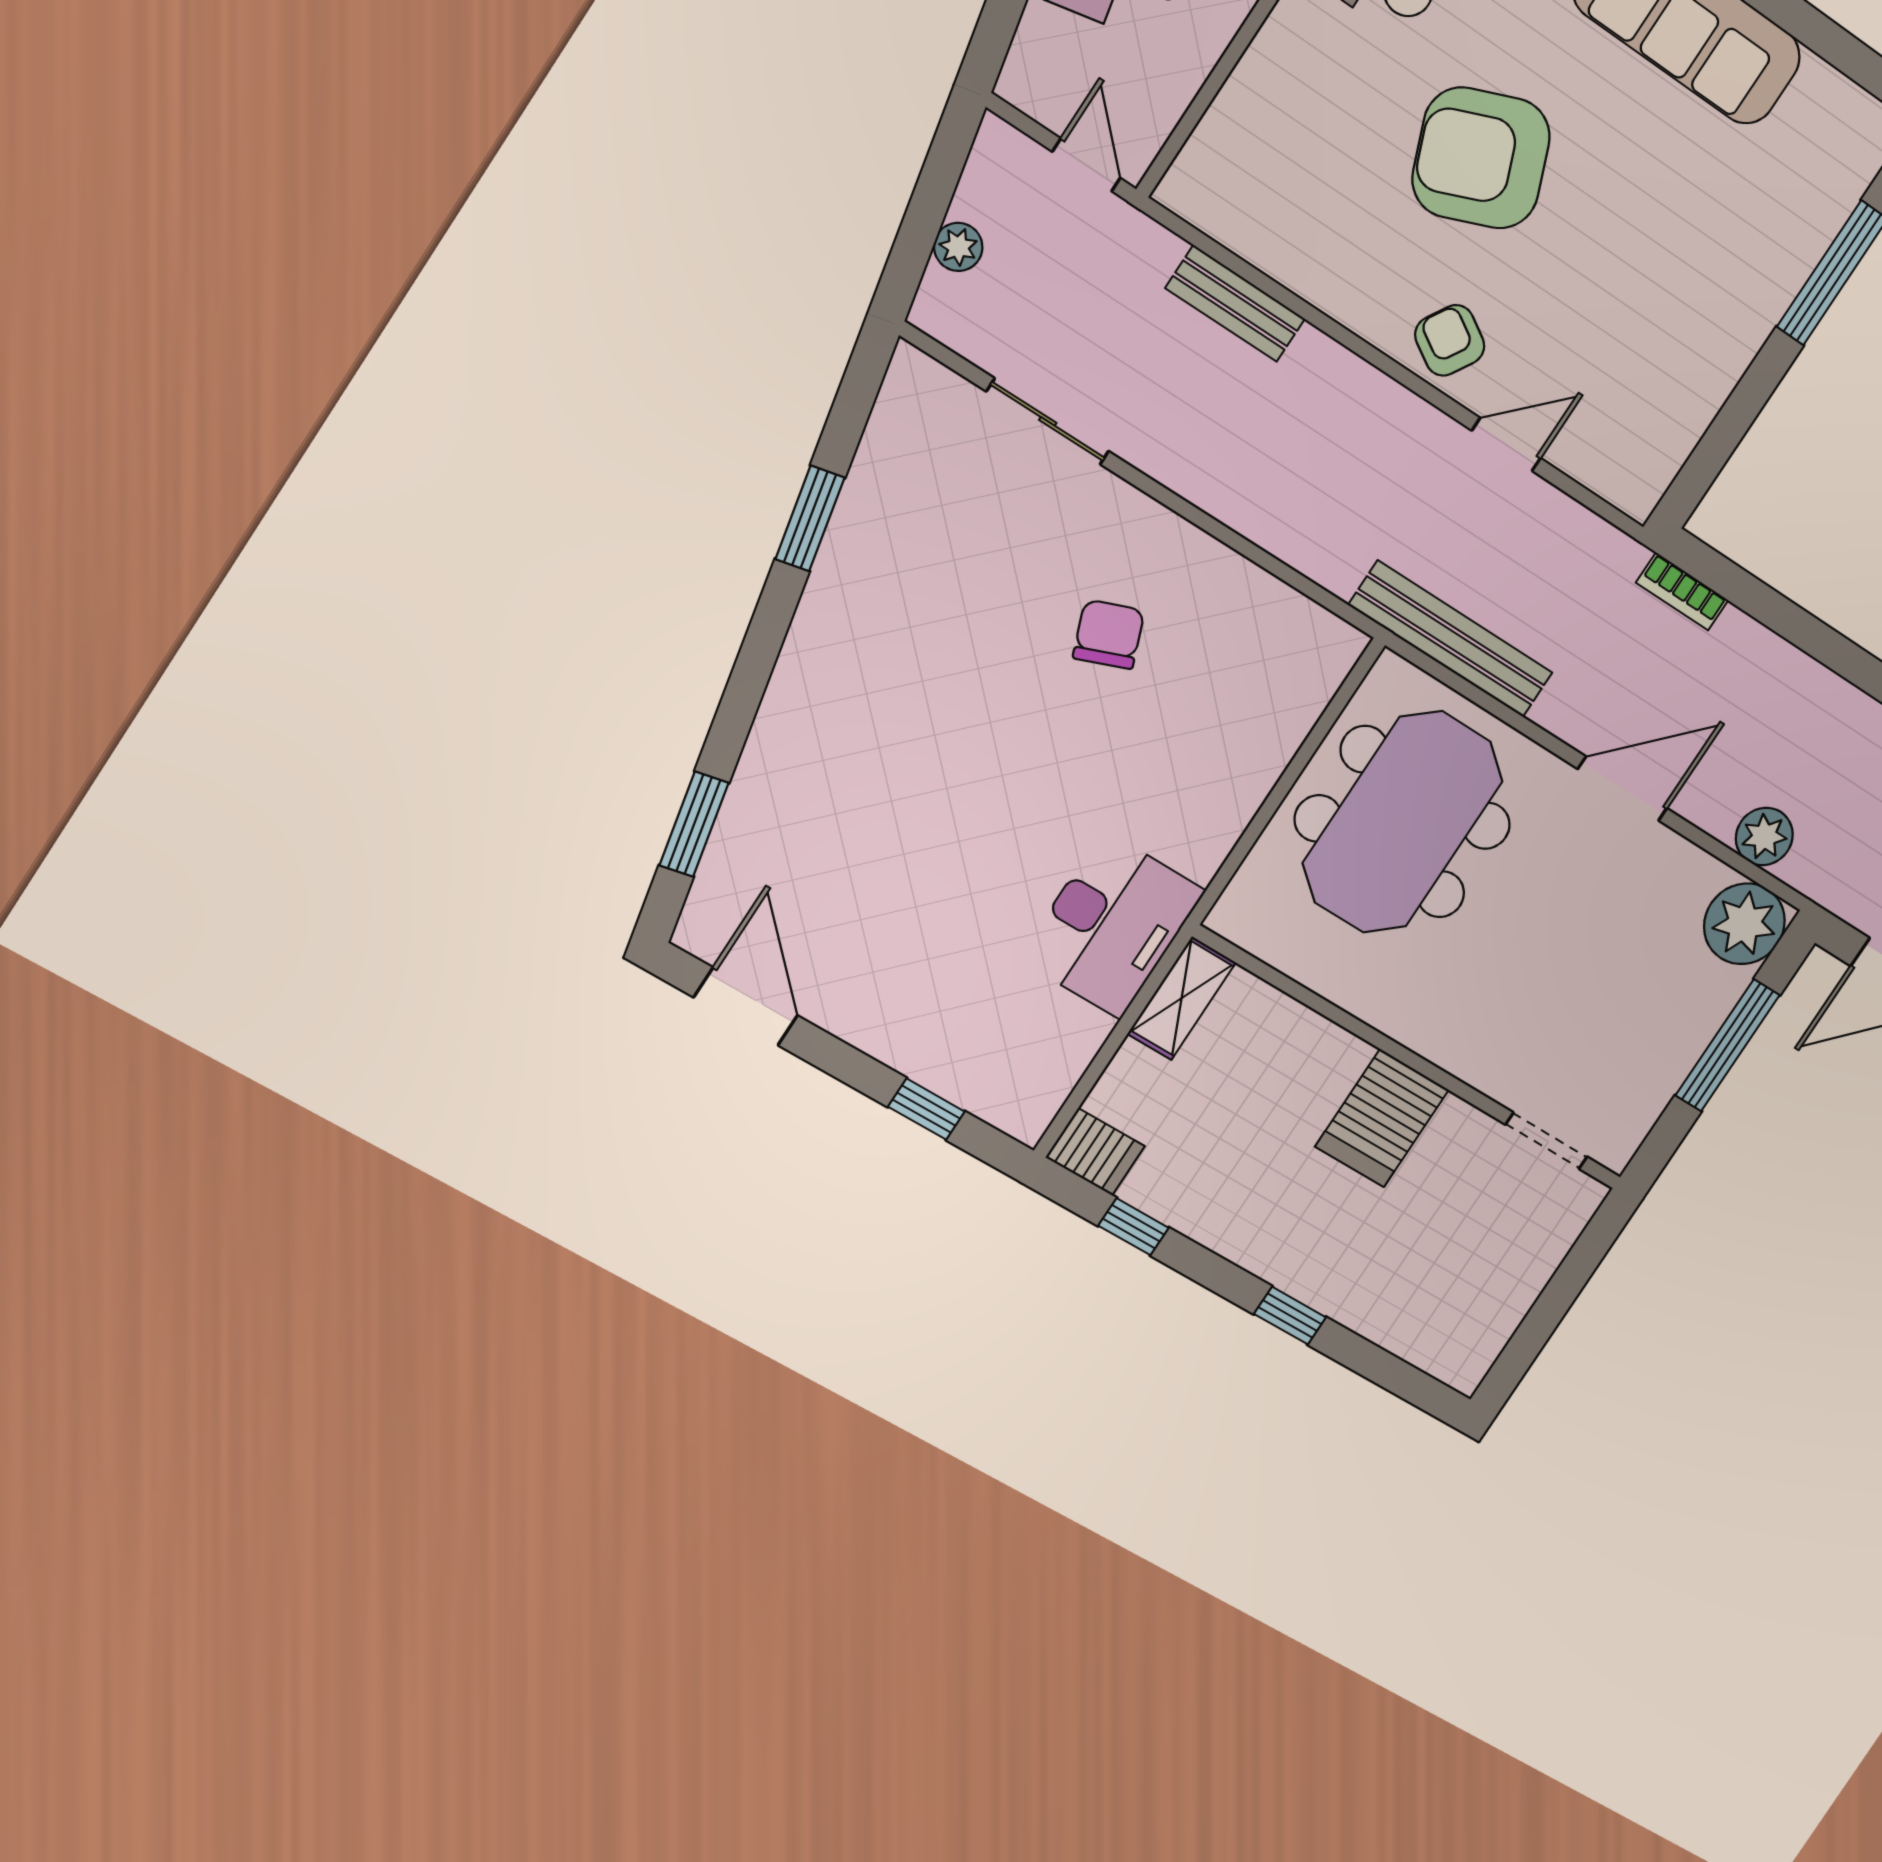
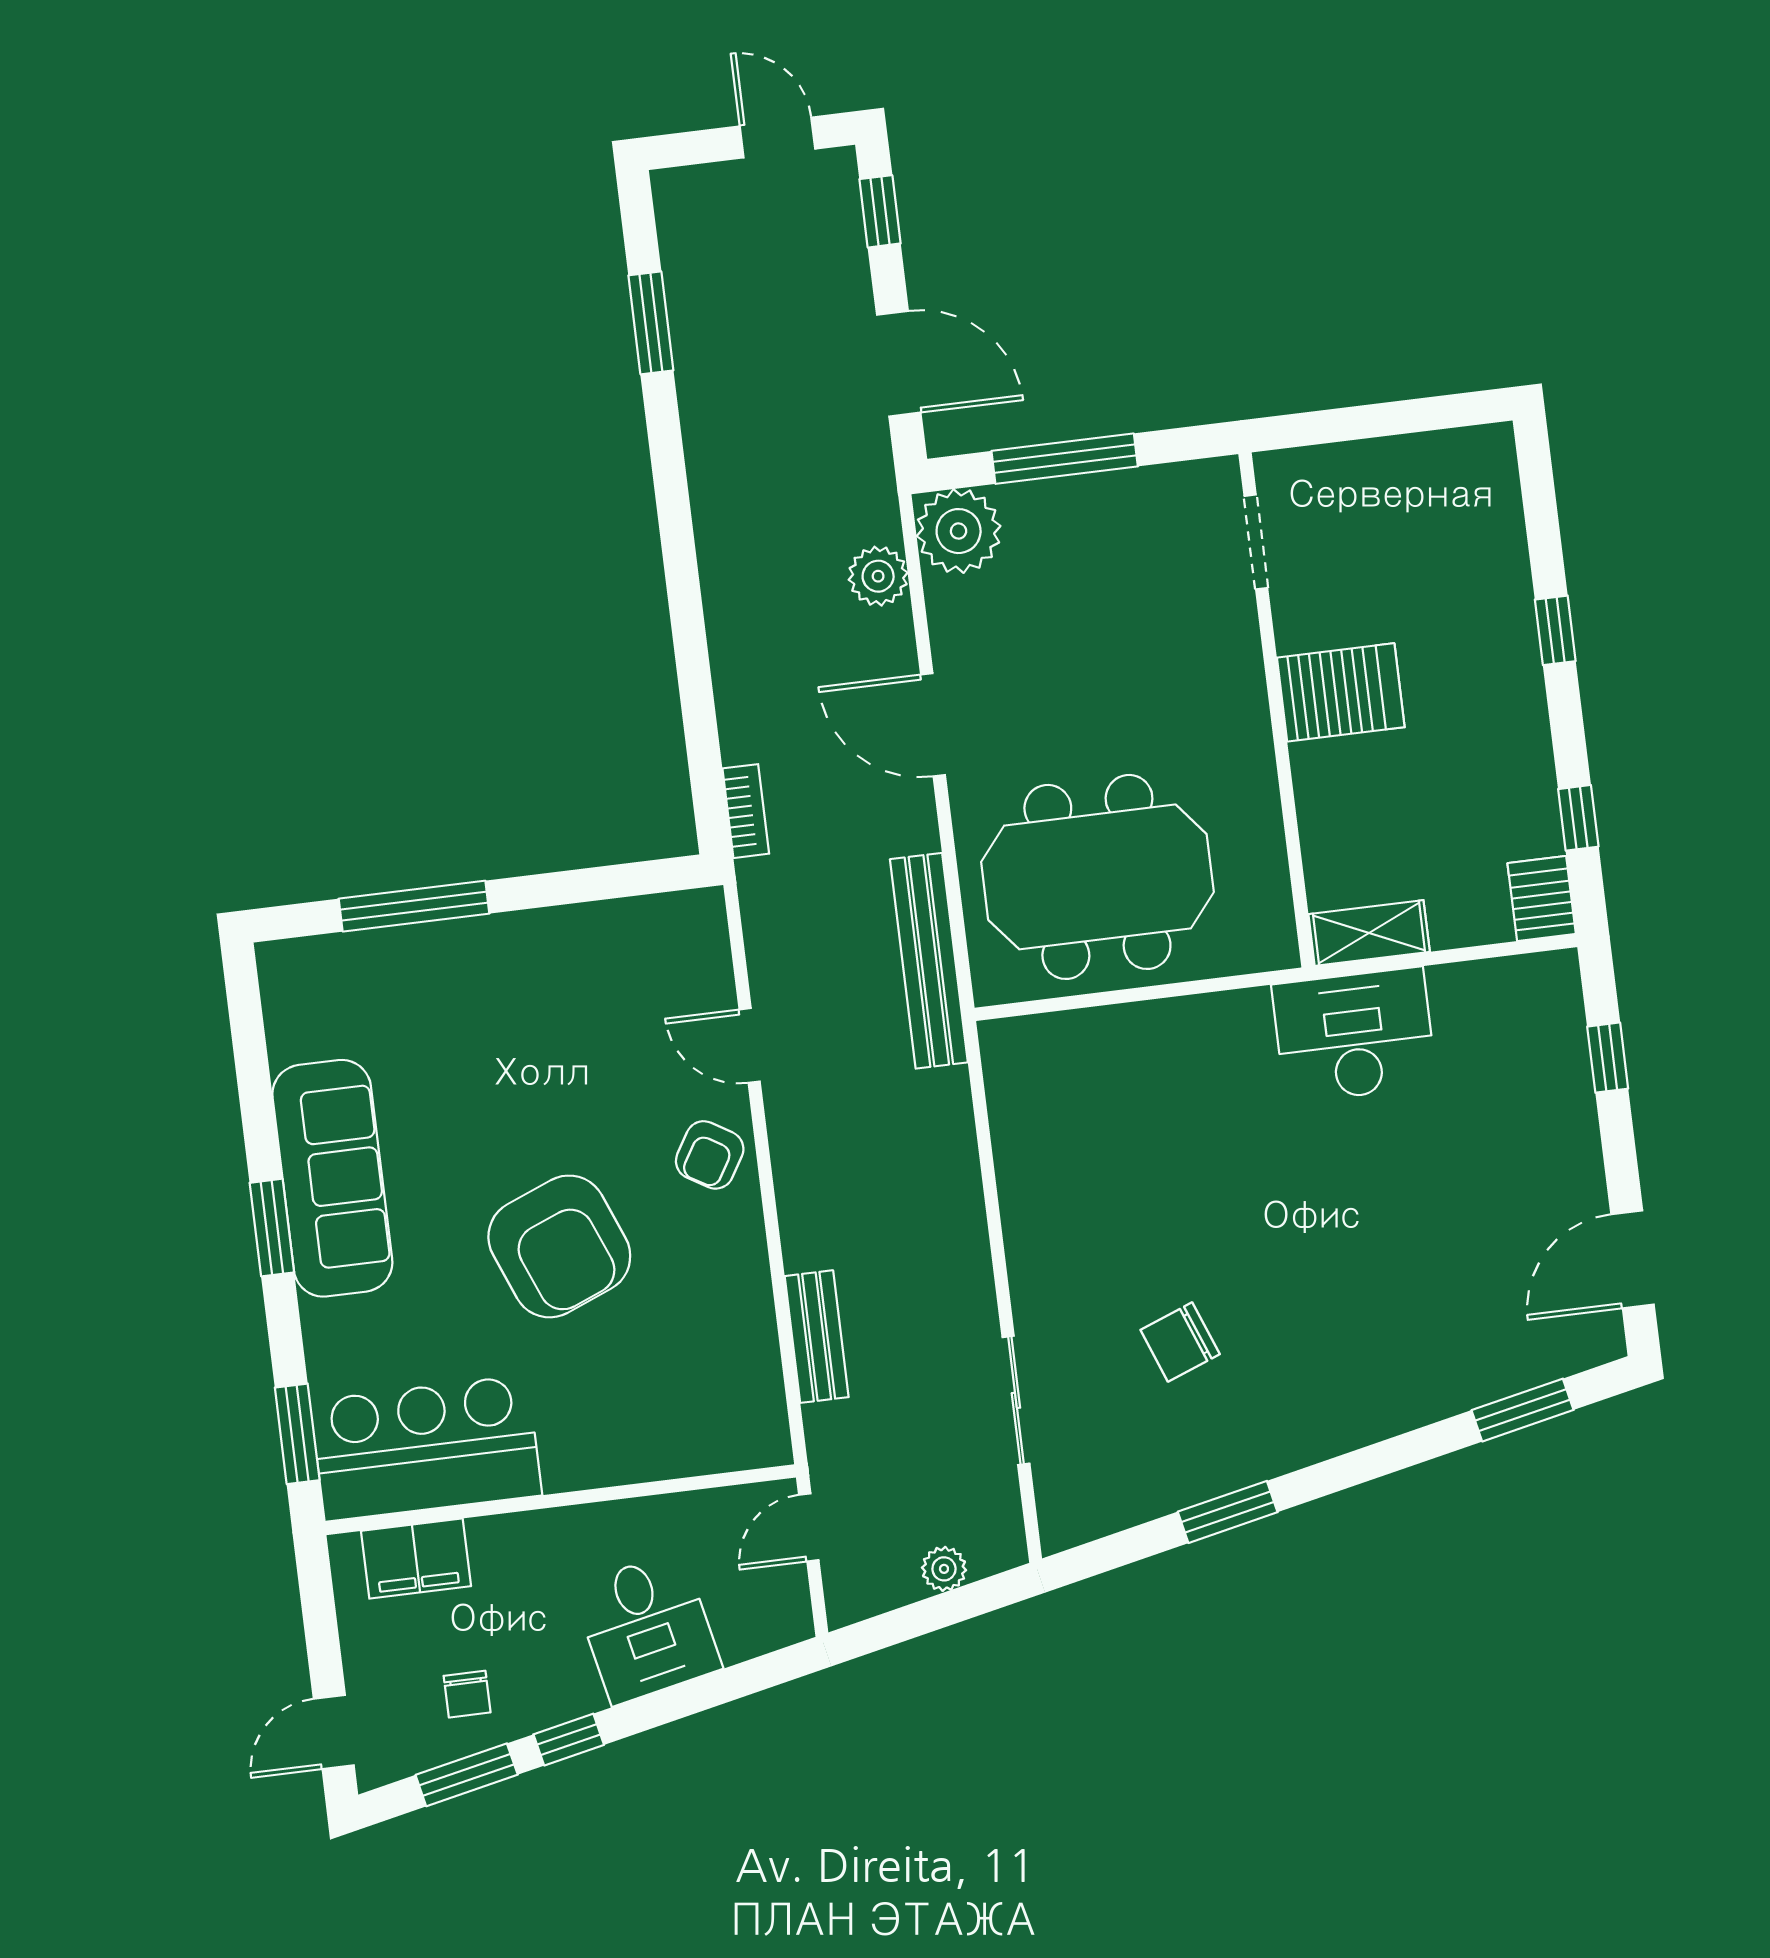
chair: (1109, 634) -> (1180, 1342), moved

